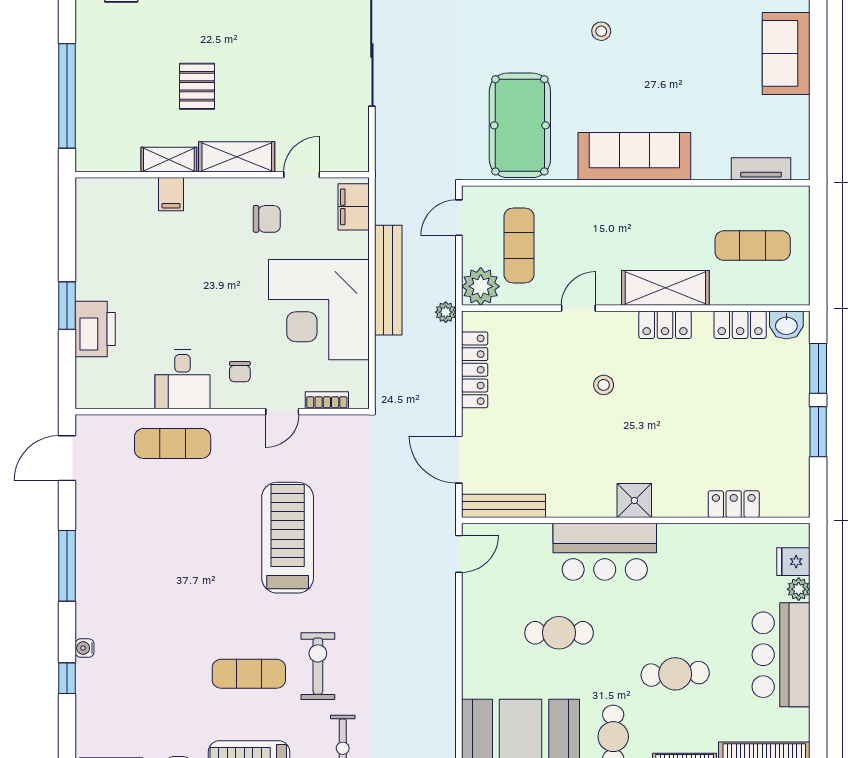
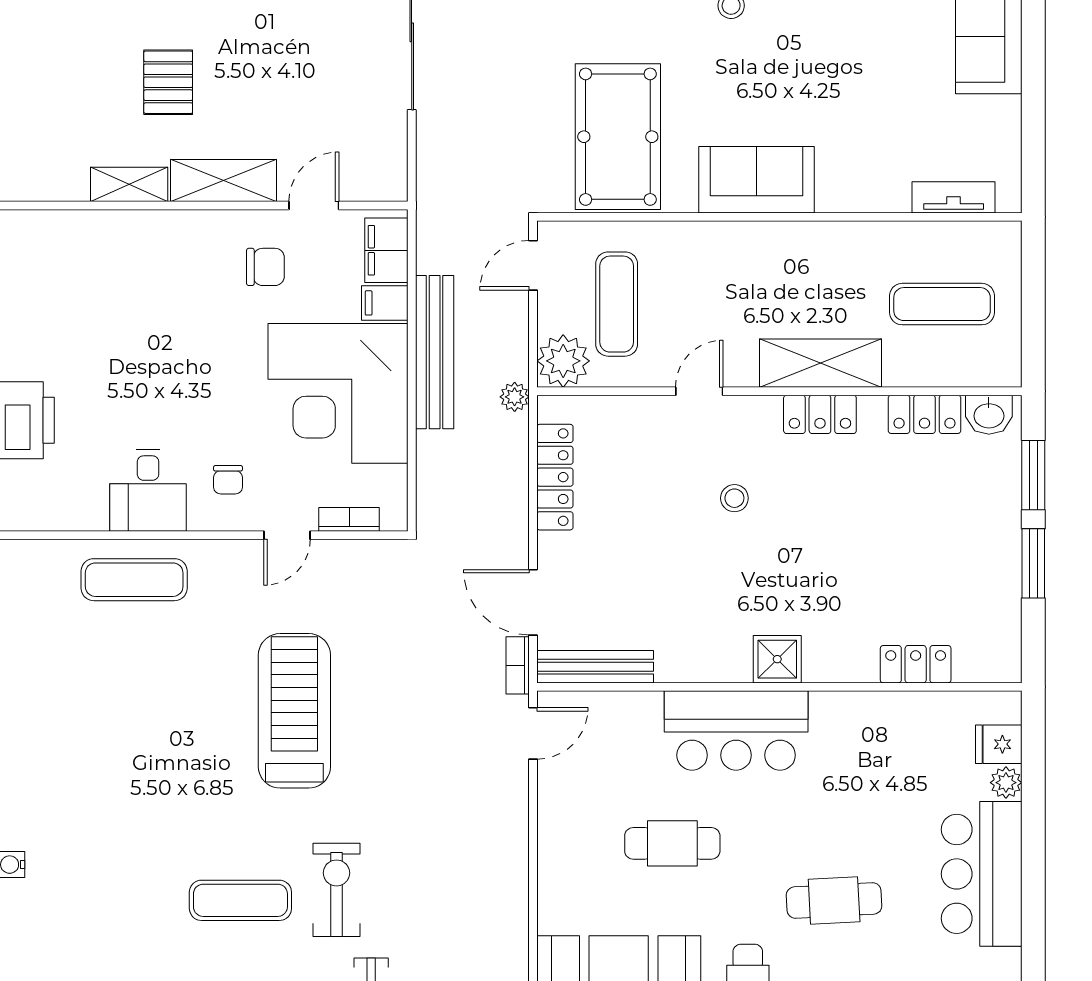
sofa: (634, 156) -> (756, 180), width x0.73
filing cabinet: (171, 194) -> (385, 303), moved, turned 90
bookcase: (448, 505) -> (518, 665), added

